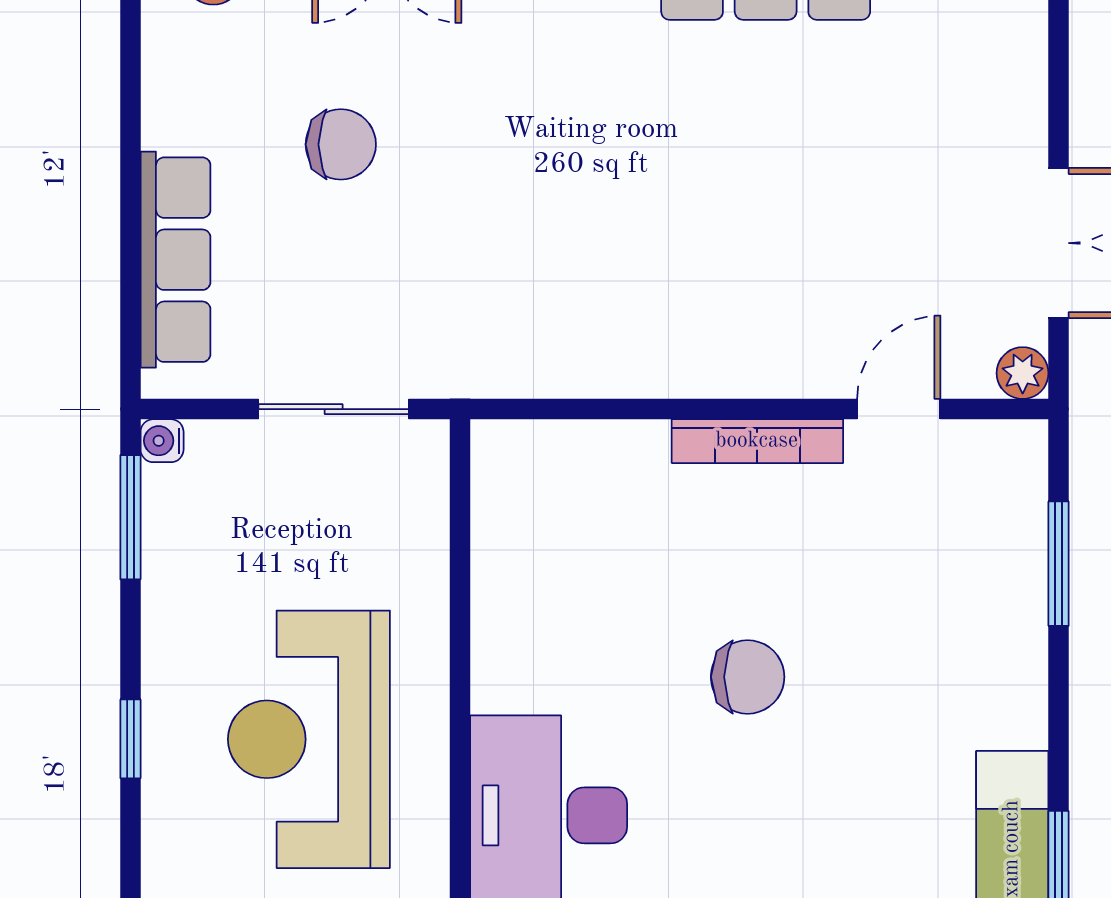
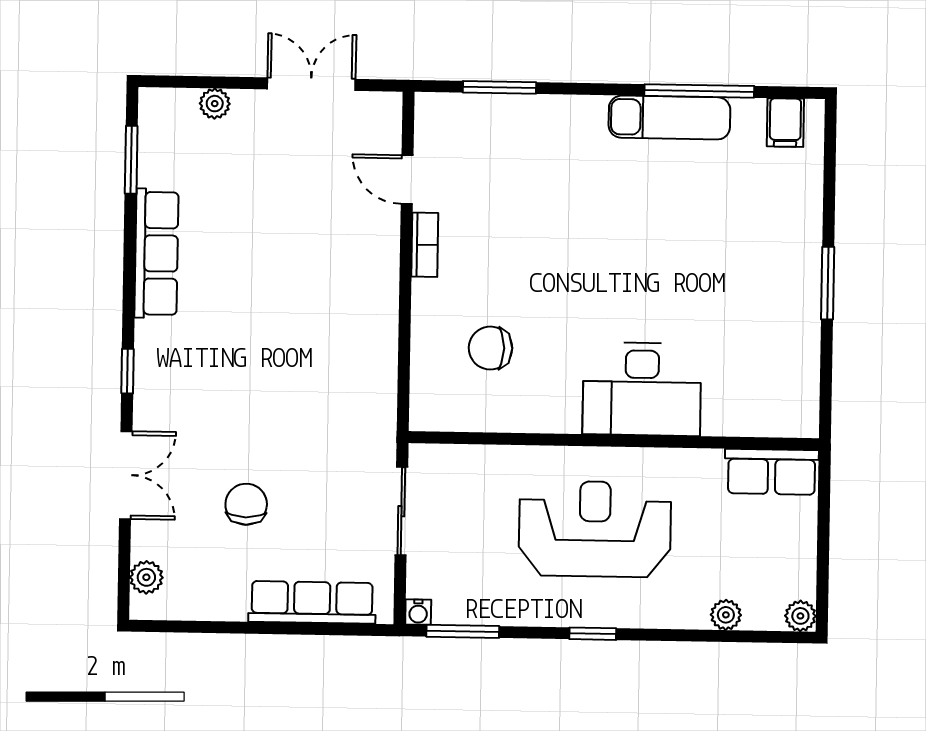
plant: (1023, 373) -> (215, 104), moved
bookcase: (757, 441) -> (425, 245), width x0.64
chair: (748, 677) -> (490, 348), moved, turned -90
reception desk: (309, 739) -> (595, 529), turned 180

